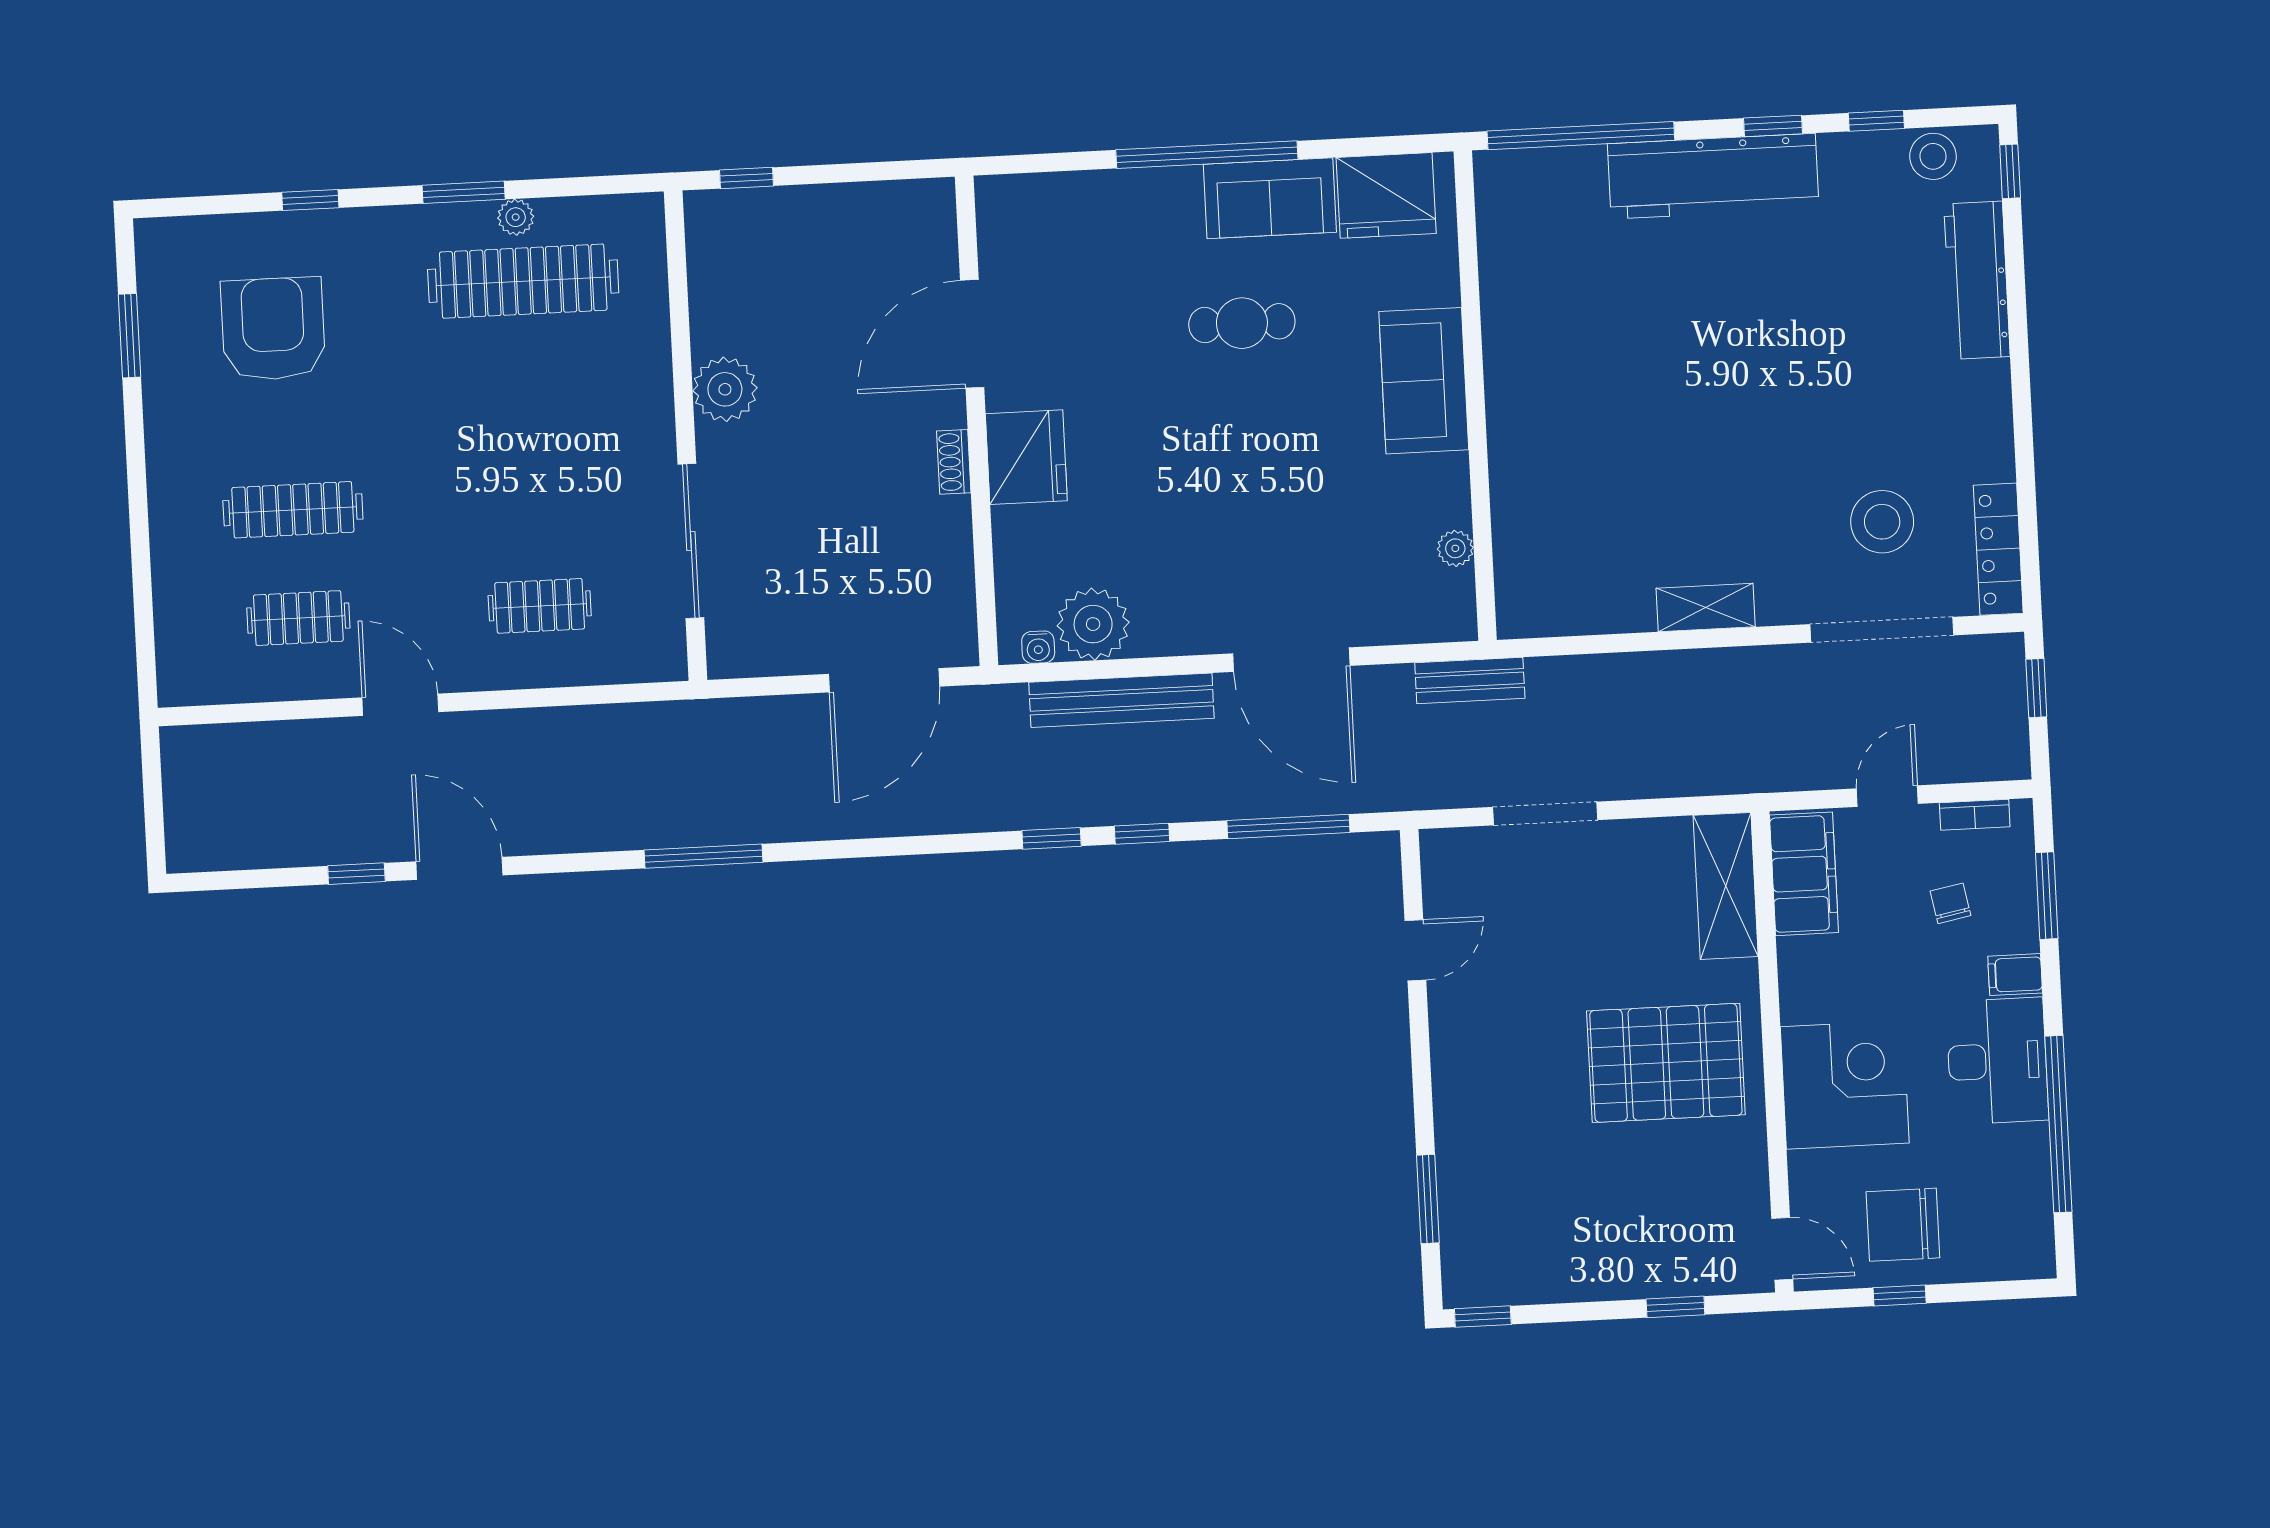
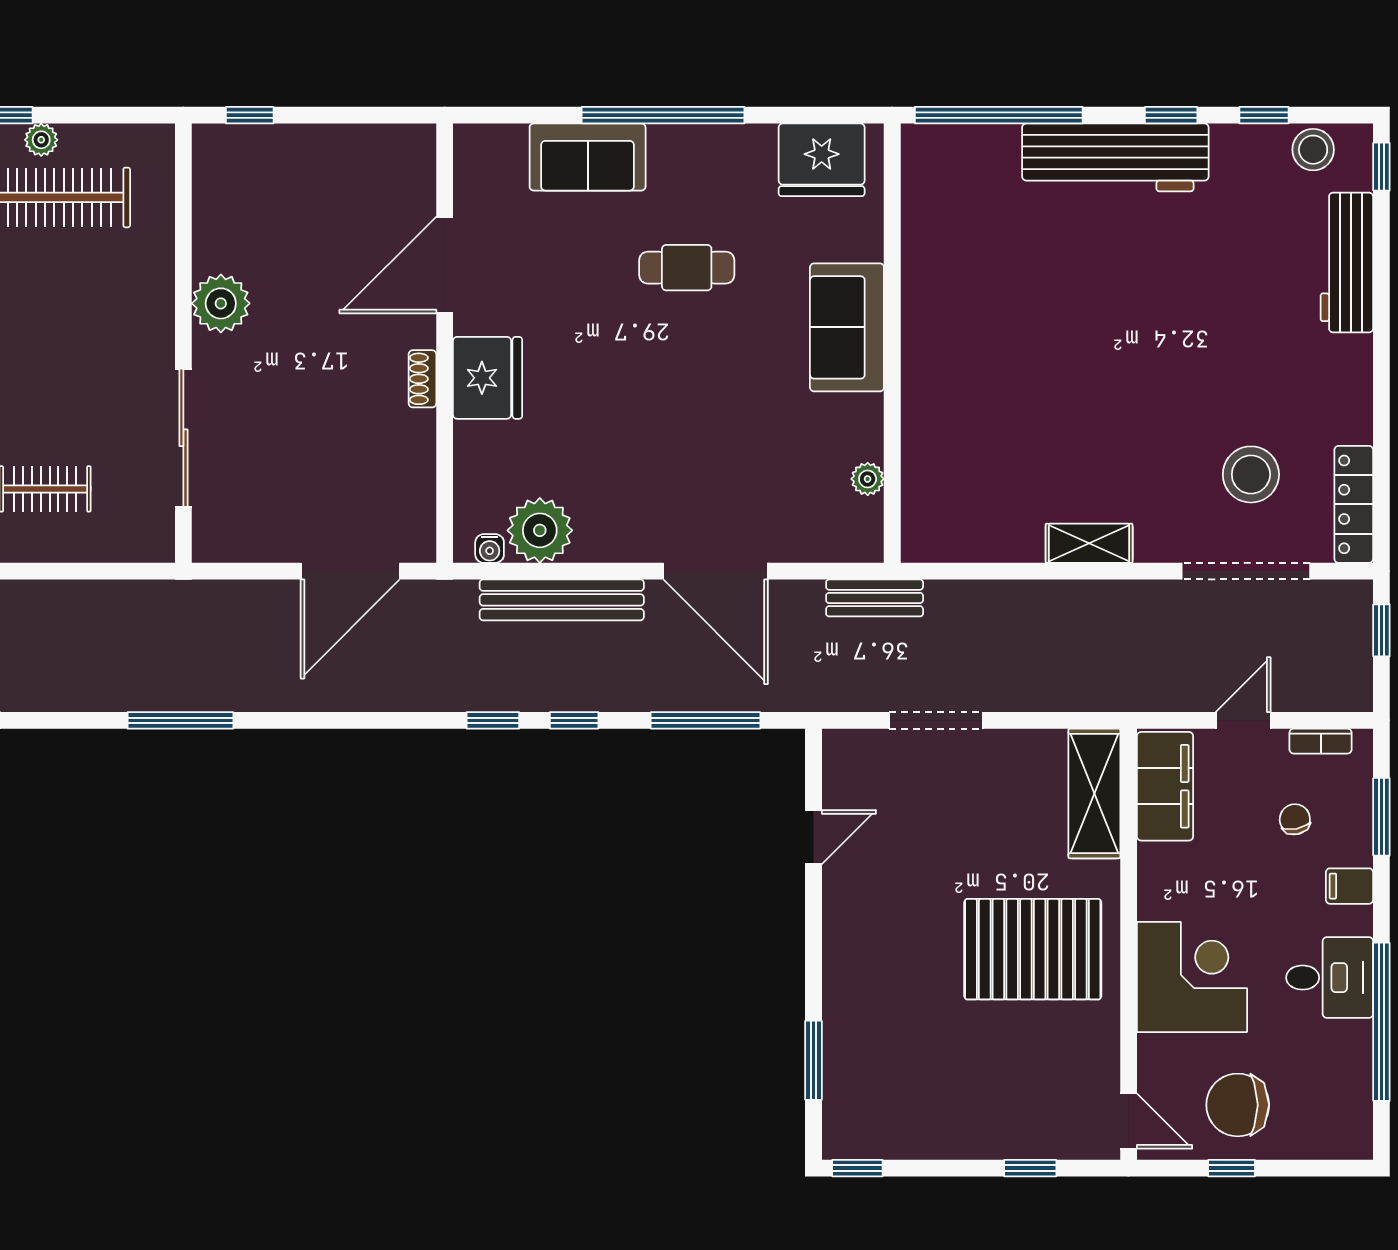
sofa: (1270, 198) -> (588, 157), moved
desk: (1997, 1061) -> (1330, 978), width x0.73

